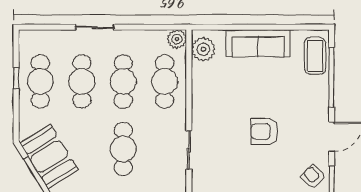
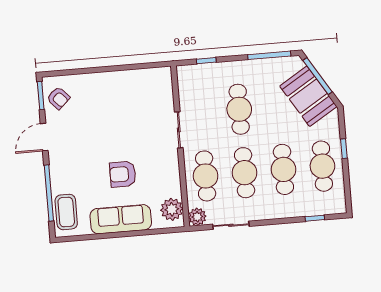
window: (53, 27) -> (315, 218), added
sliding door: (95, 27) -> (231, 225), moved
window: (16, 78) -> (344, 149), moved
armchair: (264, 131) -> (123, 174), moved, turned 180
sliding door: (189, 150) -> (179, 130), moved

